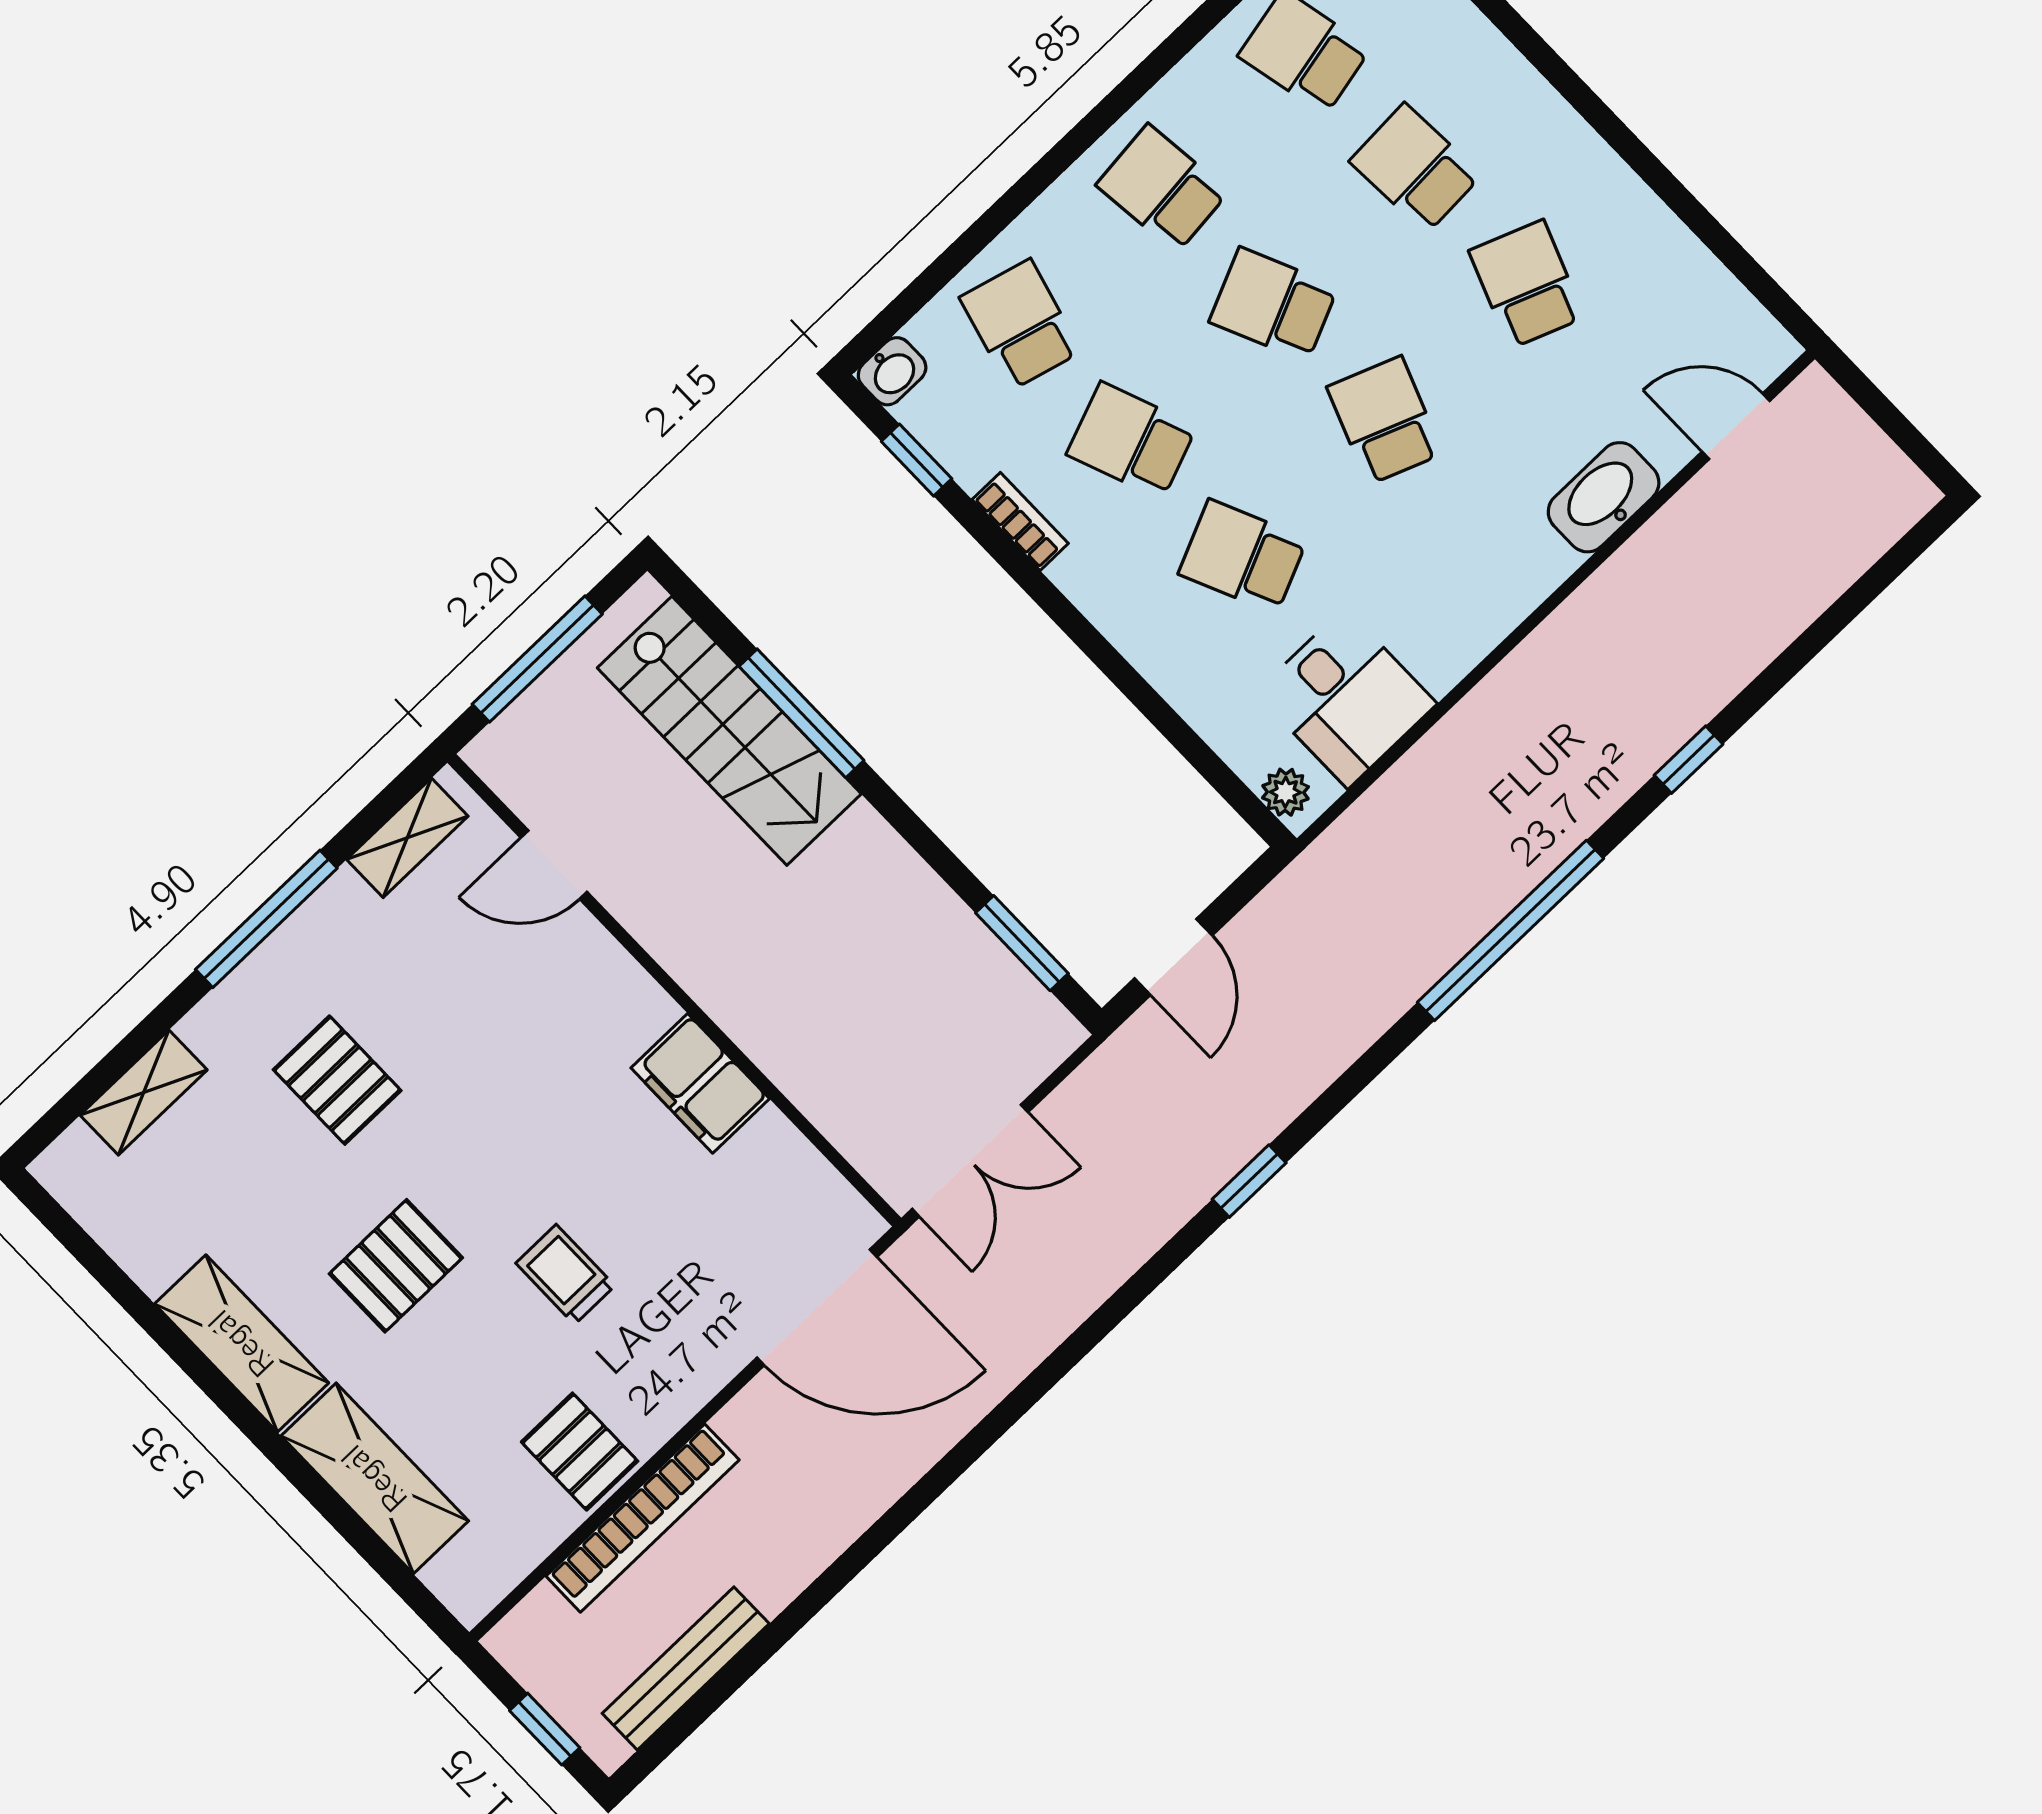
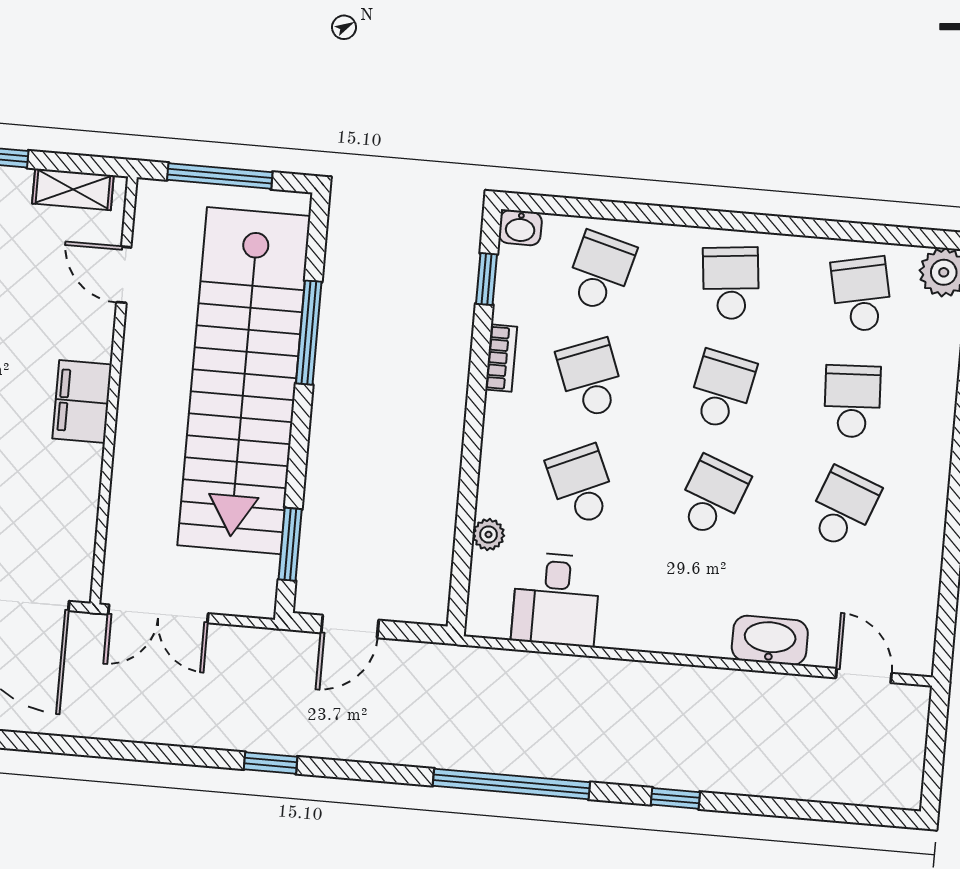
school desk: (1274, 304) -> (722, 390), turned 36
stairs: (729, 731) -> (244, 381), width x1.86, depth x1.51
plant: (1285, 792) -> (488, 534), moved
filing cabinet: (700, 1083) -> (82, 402), moved

